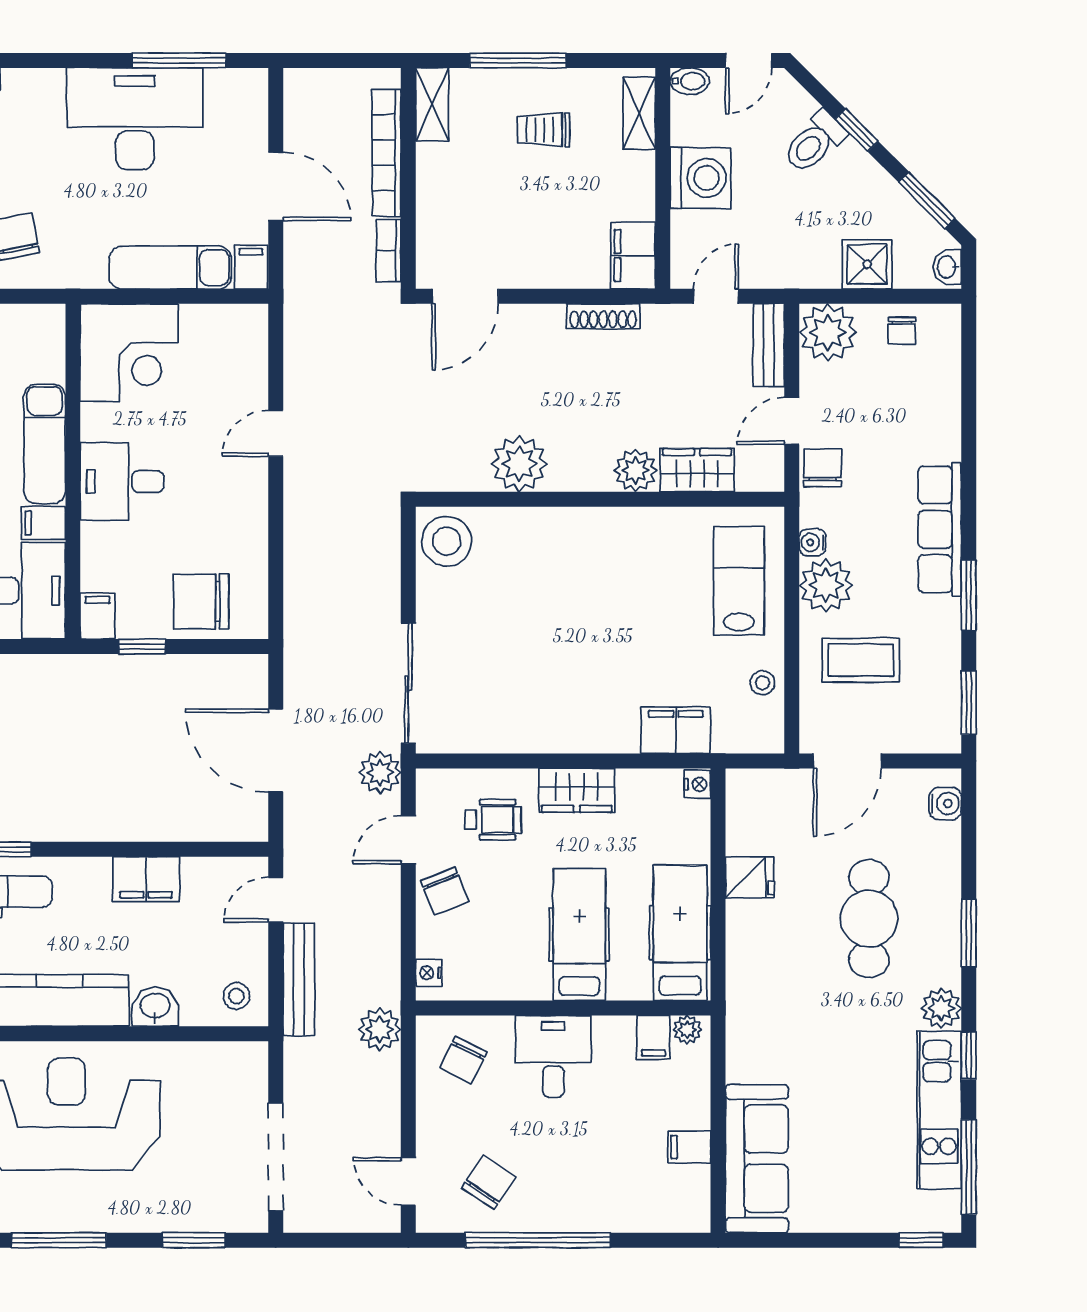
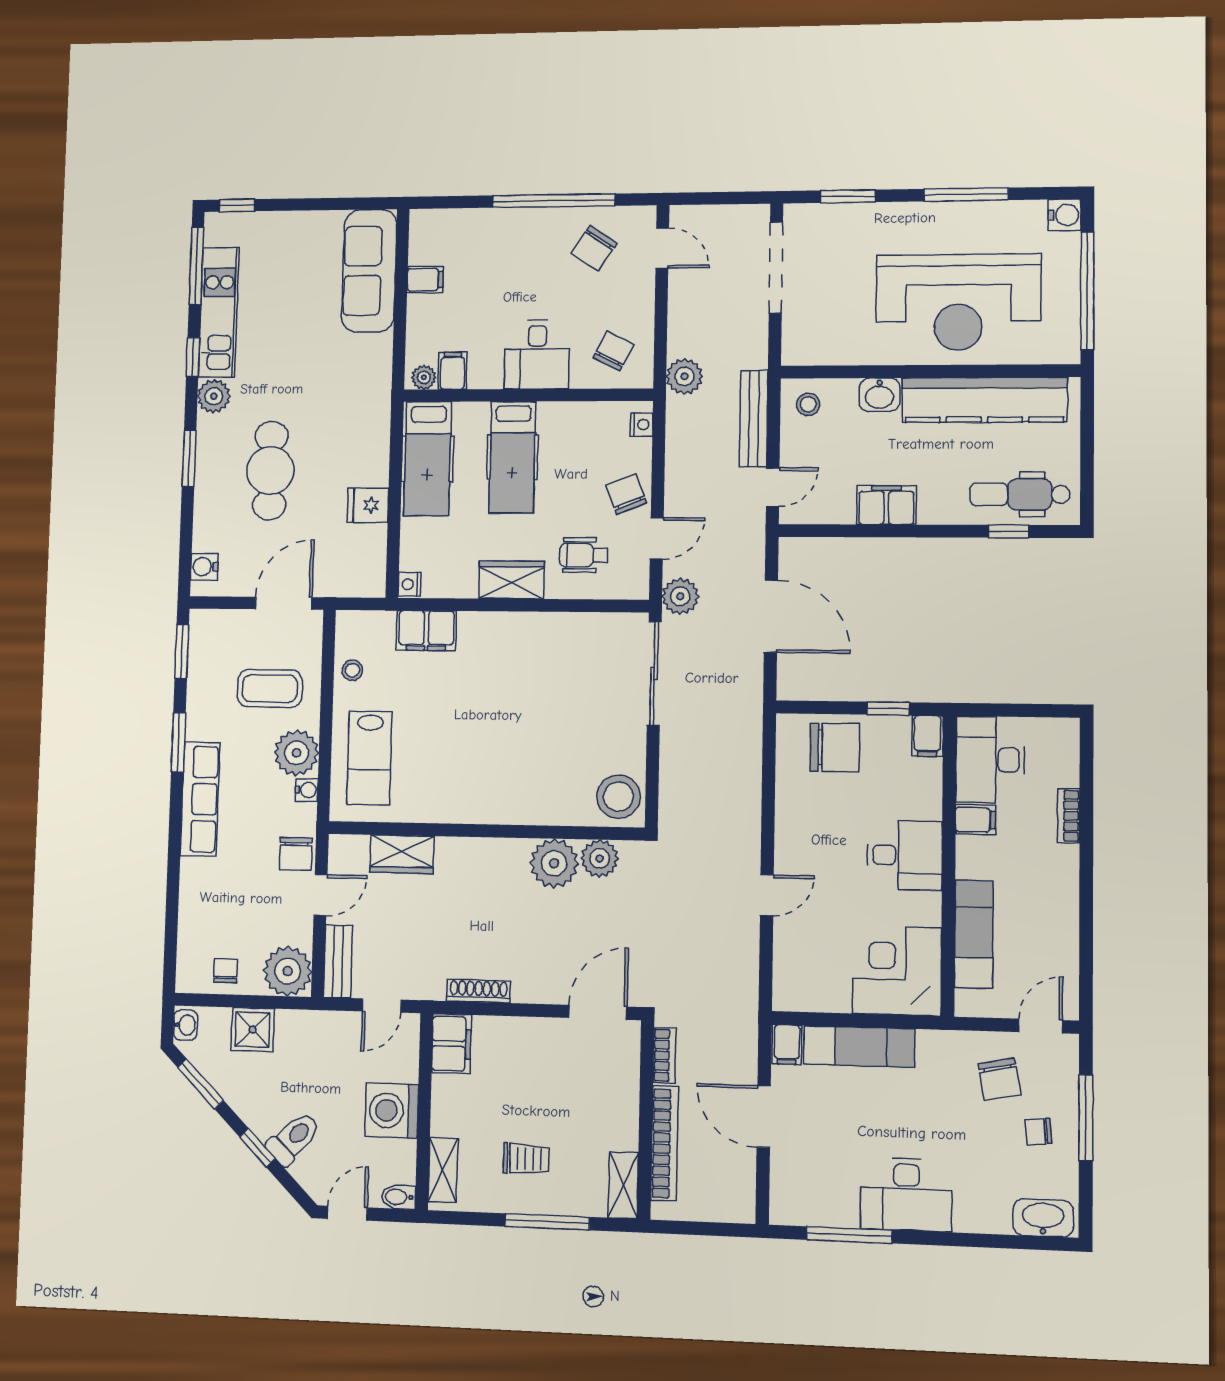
desk: (135, 119) -> (906, 1194), width x0.73, depth x0.77
exam couch: (45, 444) -> (974, 934), moved
plant: (636, 470) -> (600, 858), moved

